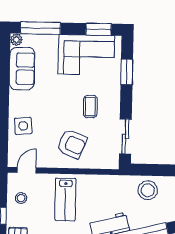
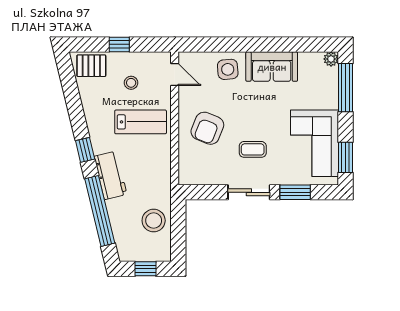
sofa: (22, 69) -> (272, 67), moved
sliding door: (125, 136) -> (249, 192), moved
stool: (21, 198) -> (131, 83), moved
lab bench: (65, 199) -> (141, 122), turned 180

